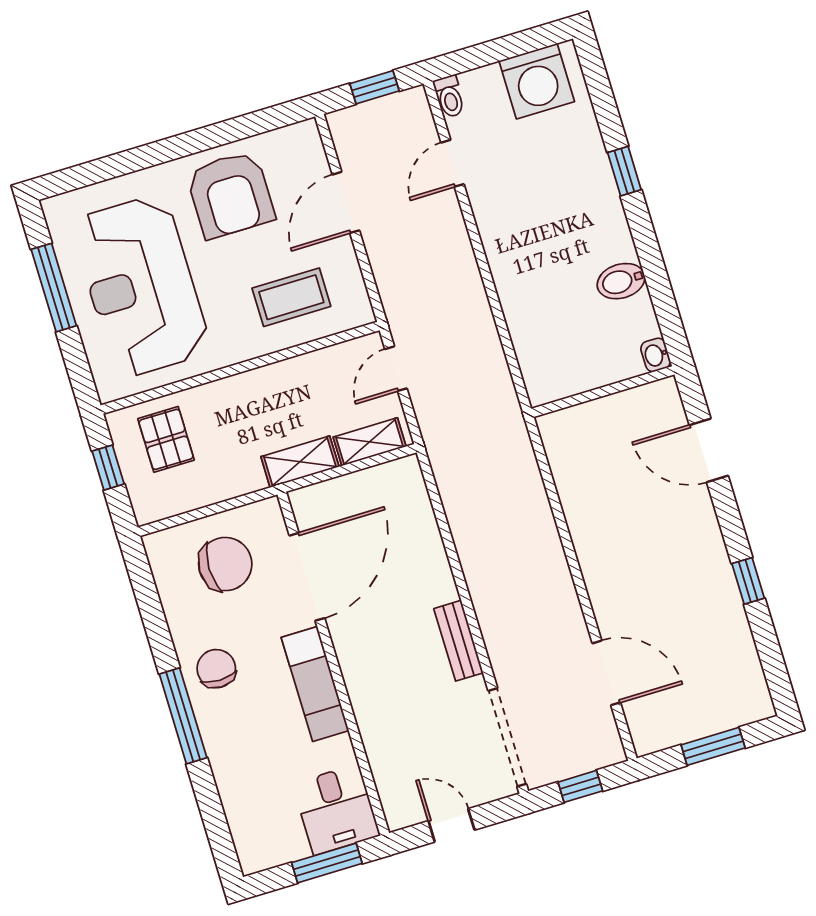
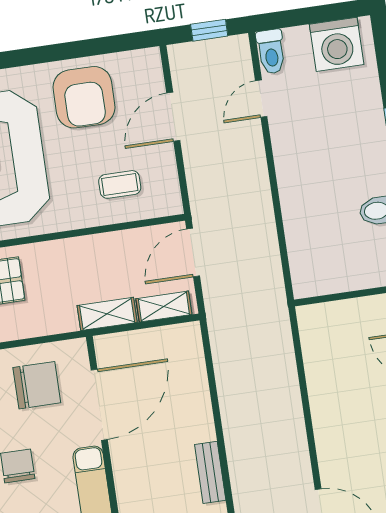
toilet: (449, 96) -> (271, 52), width x1.37, depth x1.39
coffee table: (291, 297) -> (120, 184), width x0.73, depth x0.77
door: (396, 369) -> (193, 252), width x1.38

